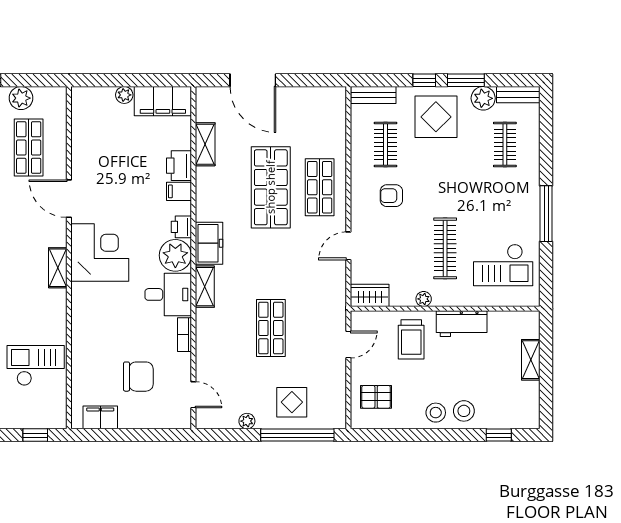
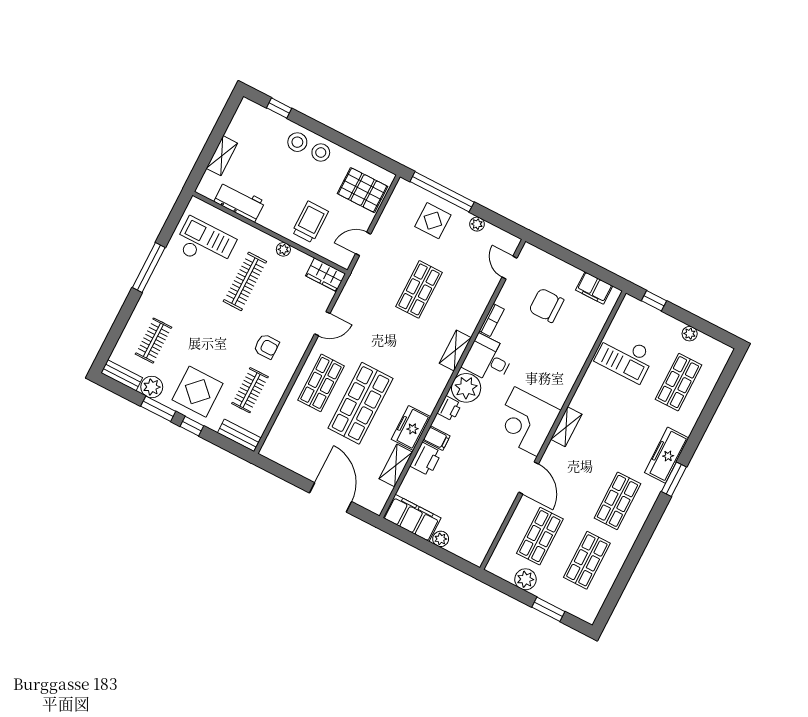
freezer: (209, 243) -> (411, 428), moved
workbench: (462, 324) -> (239, 202), moved
pallet: (376, 397) -> (363, 190), width x1.50, depth x1.42

